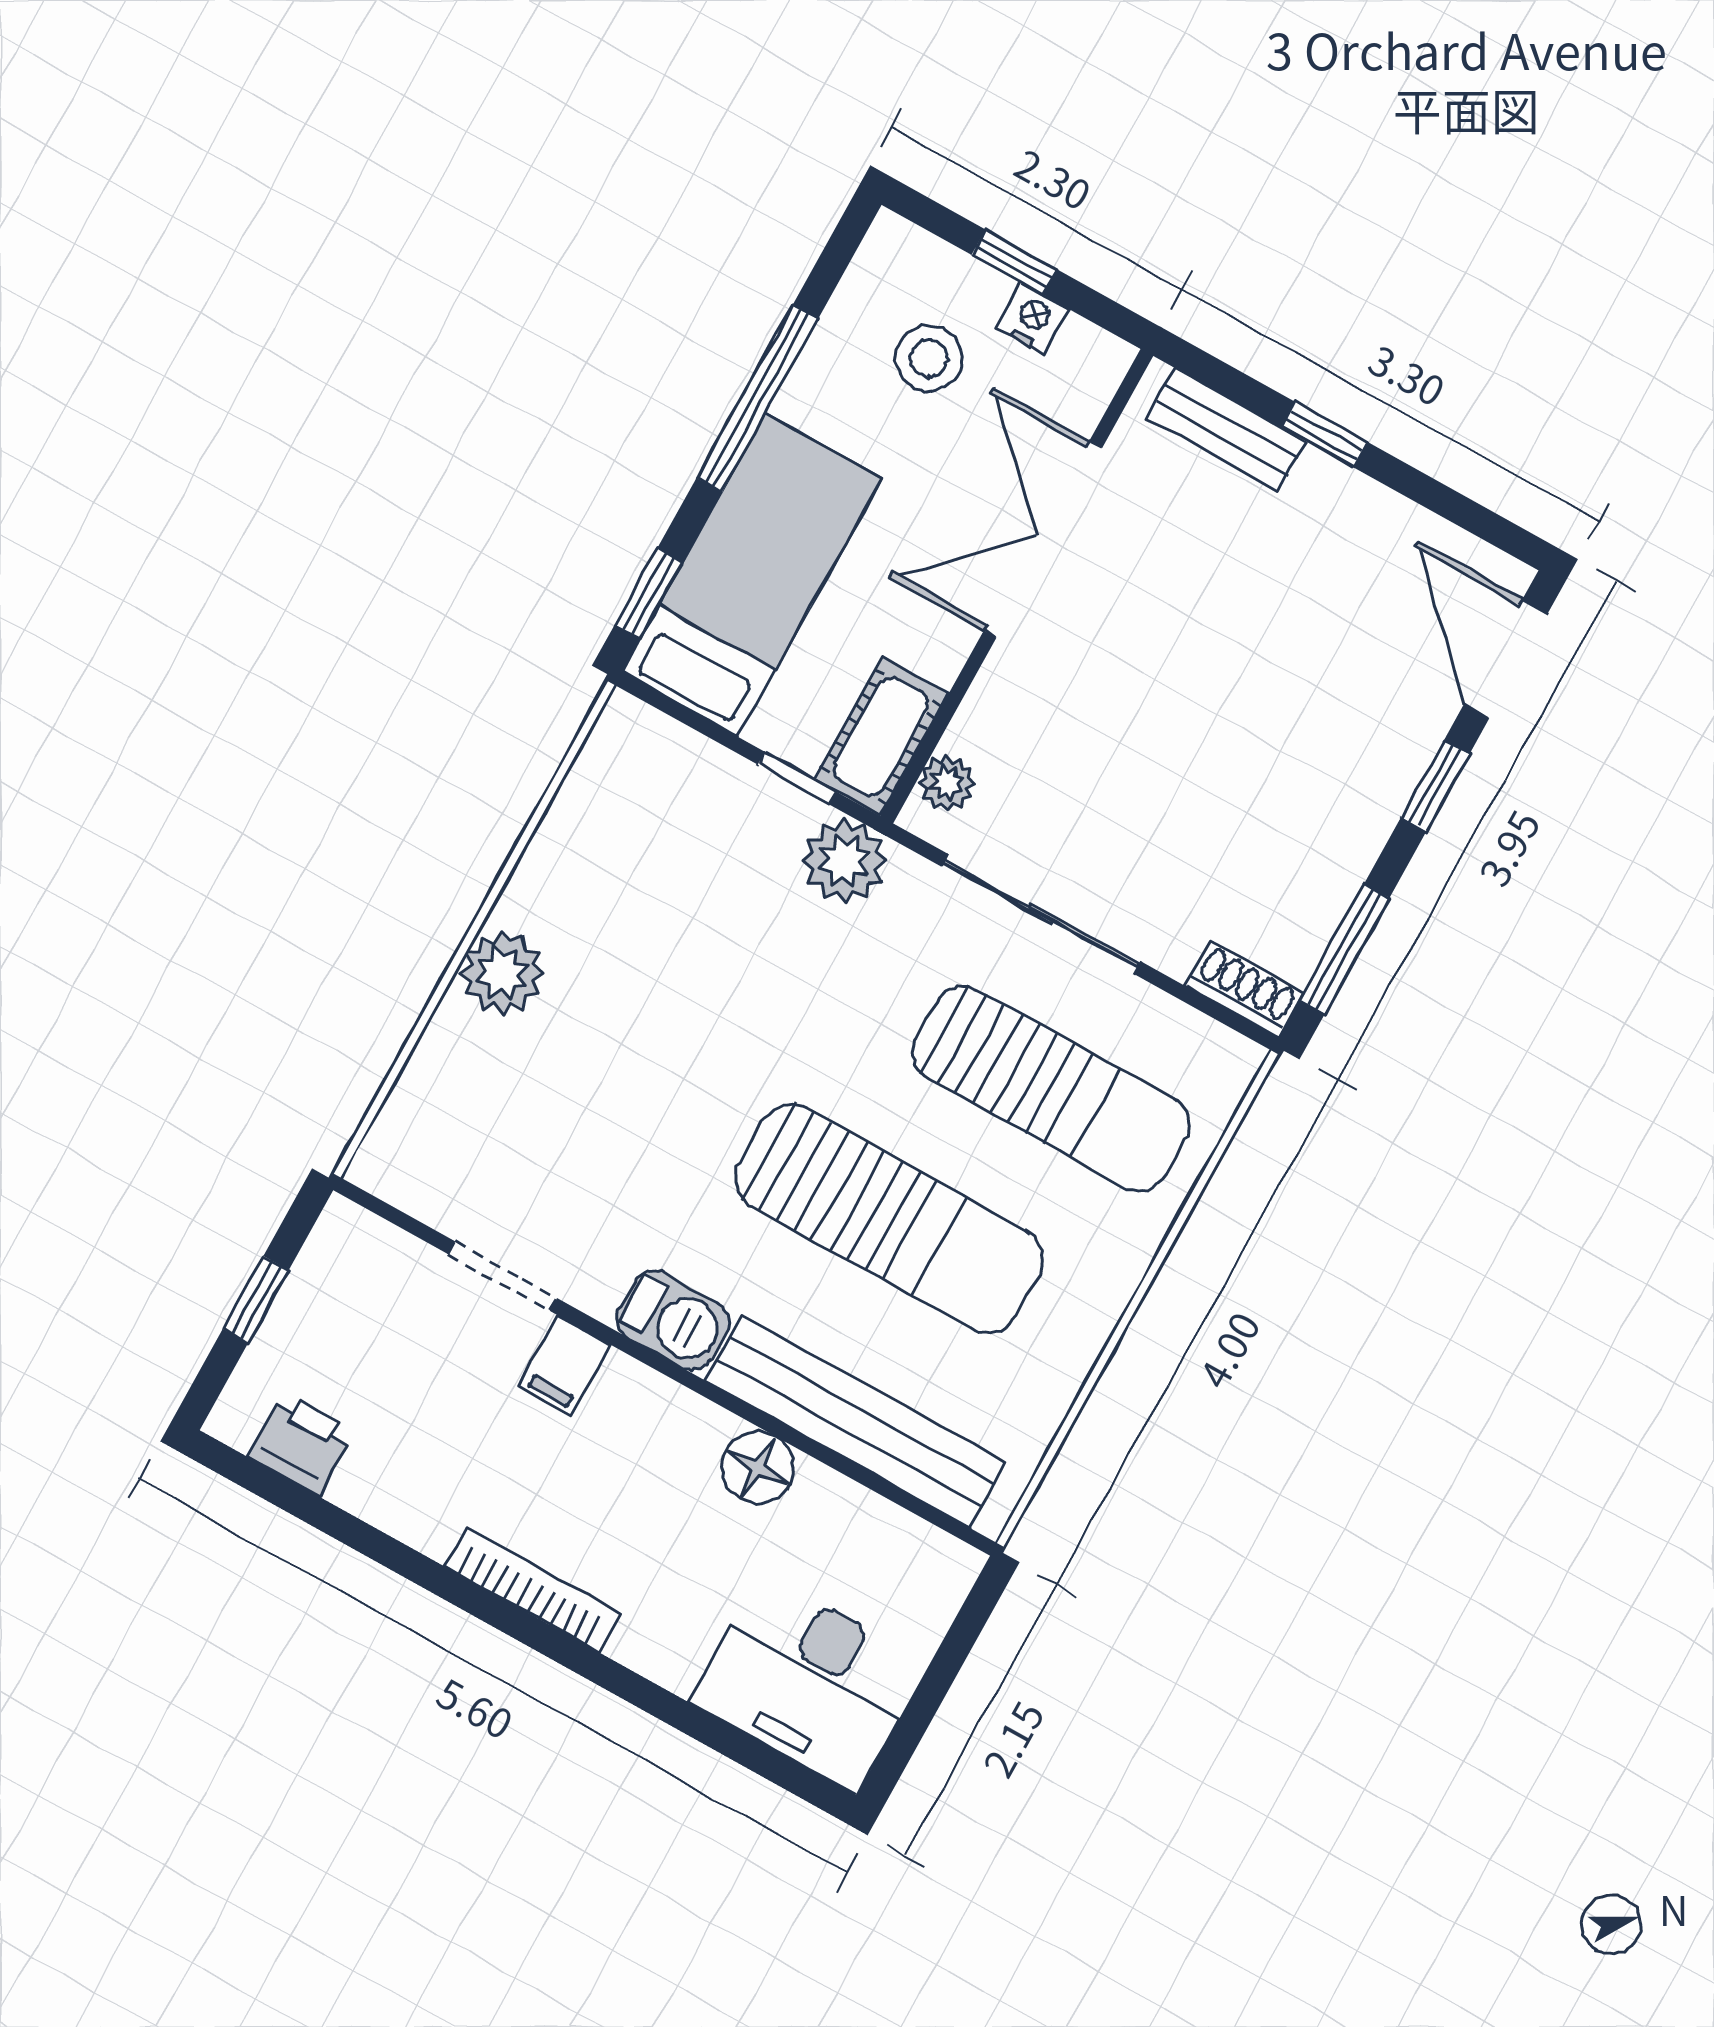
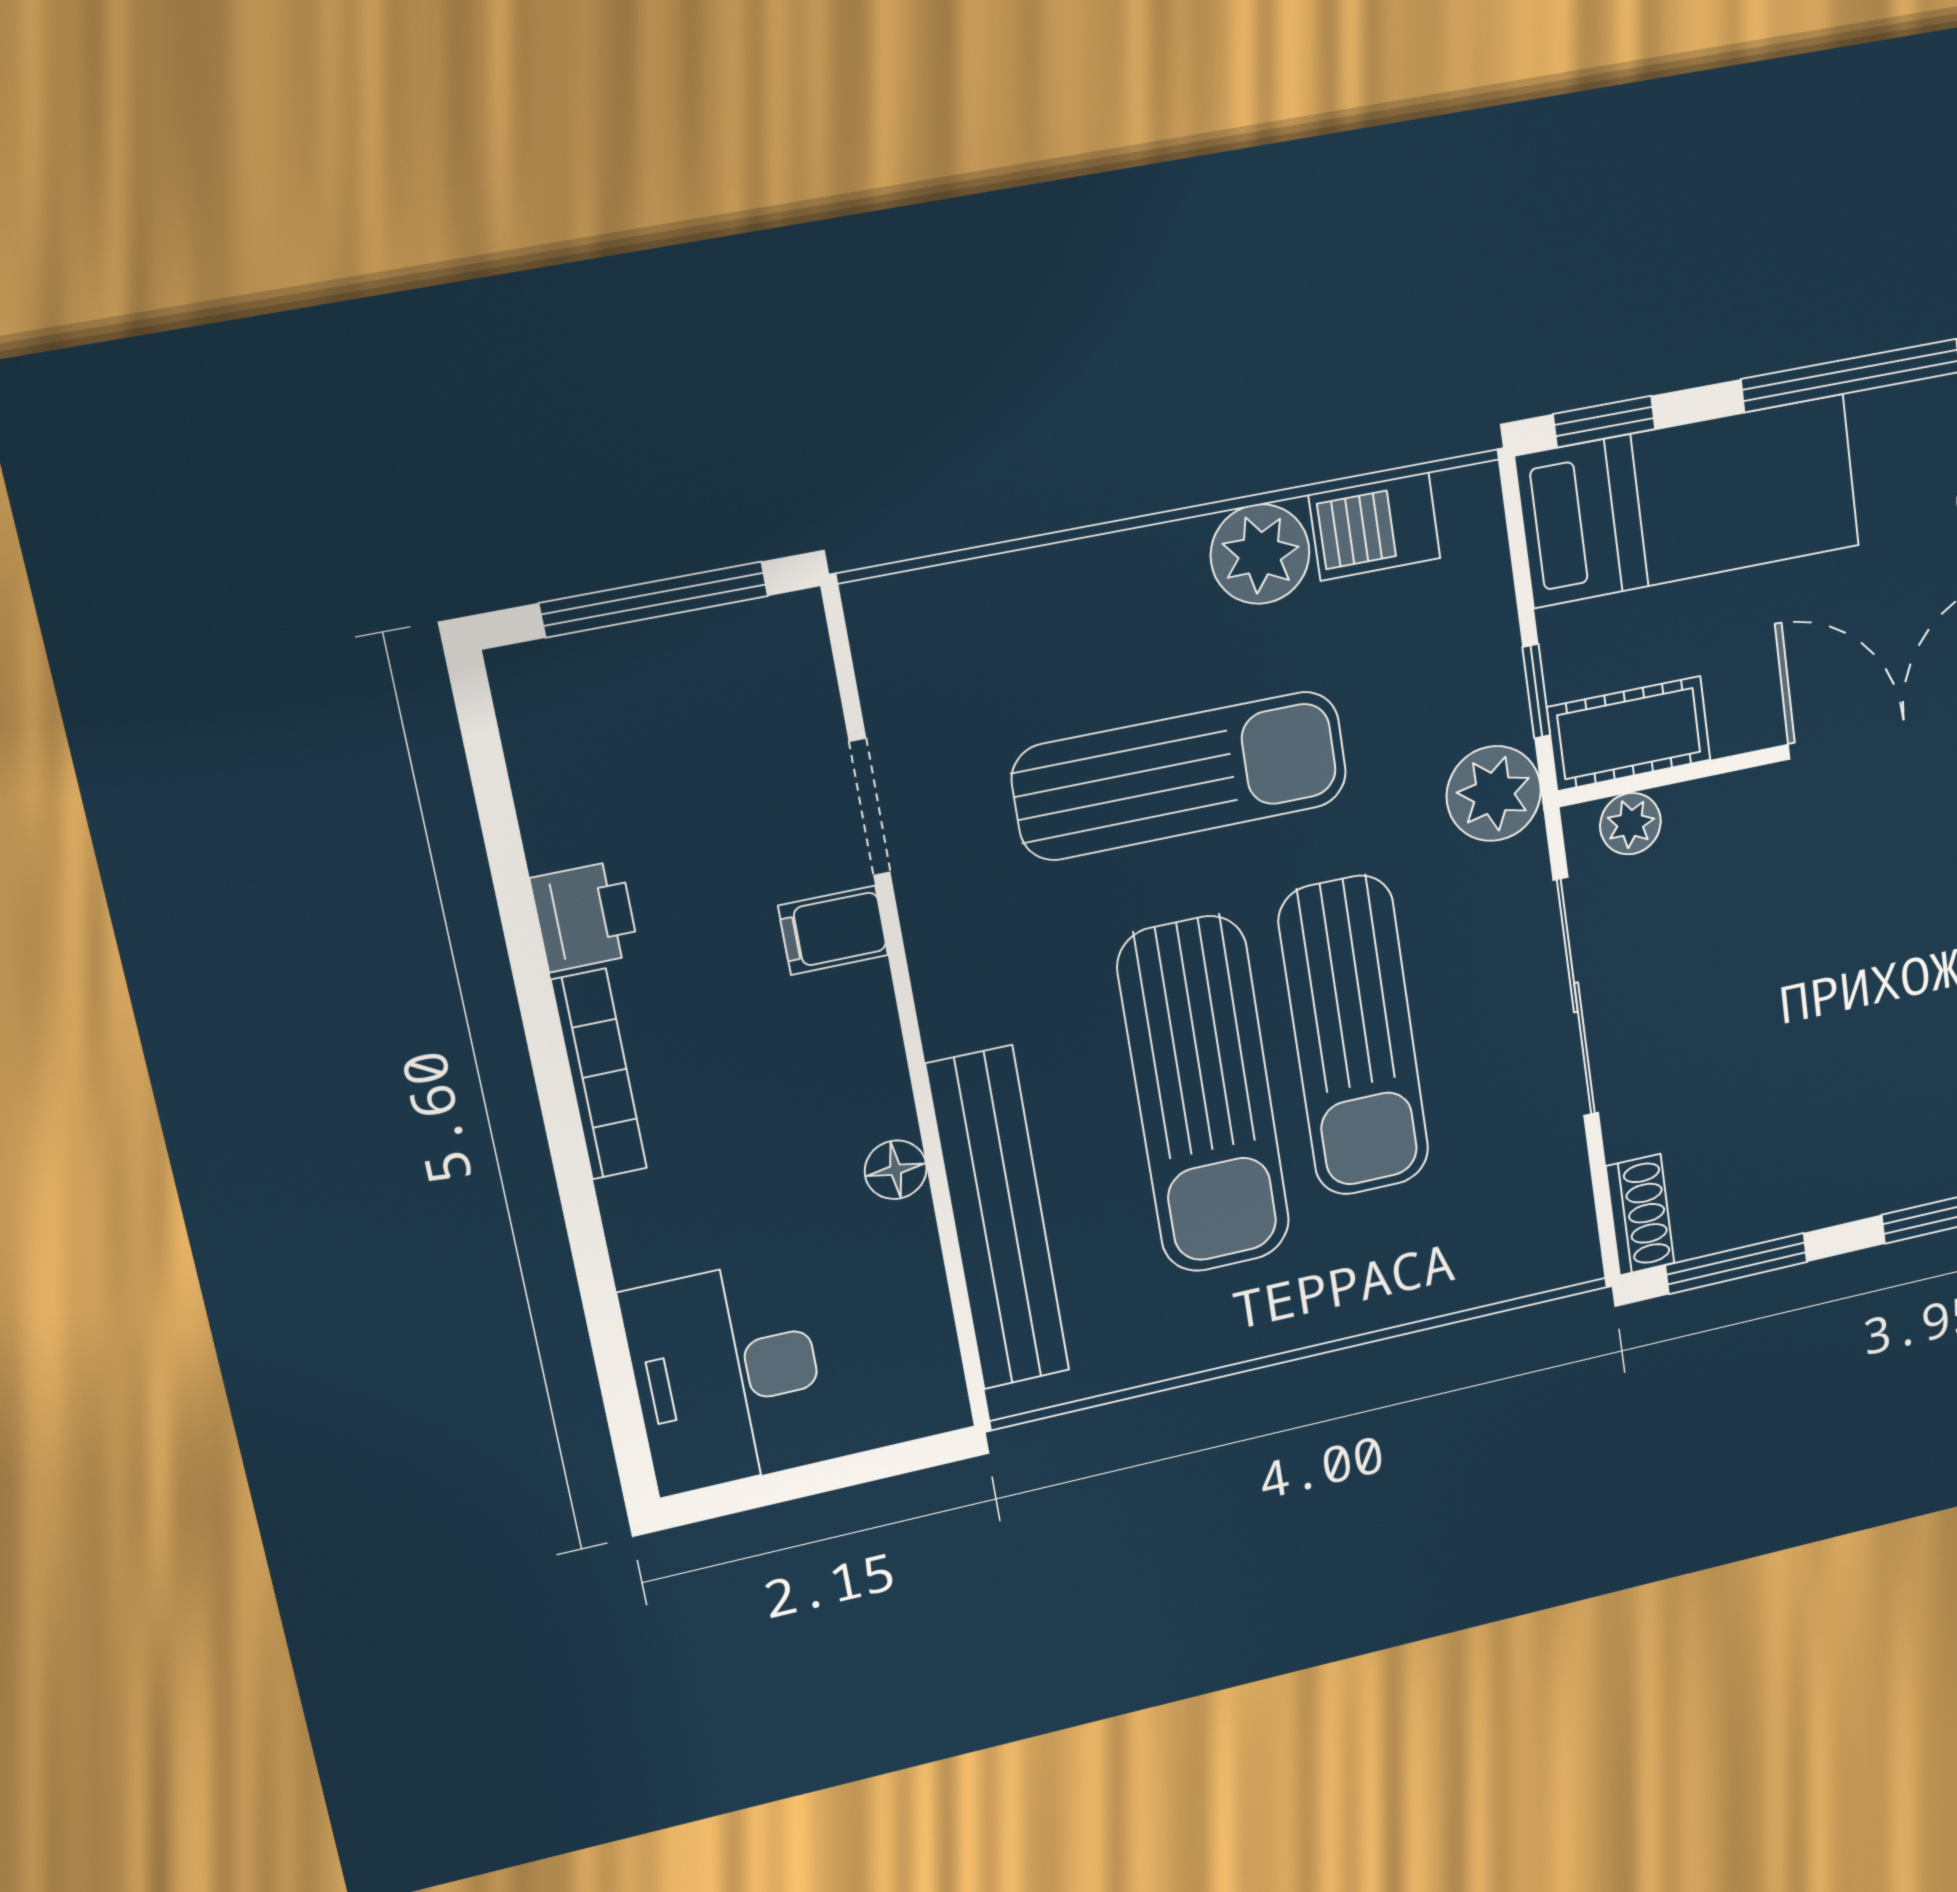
plant: (502, 973) -> (1260, 554), moved
sun lounger: (653, 1061) -> (1180, 776), added
sun lounger: (1051, 1089) -> (1354, 1036), moved
window: (256, 1300) -> (654, 599), width x2.17
barbecue: (673, 1320) -> (1374, 526), moved, turned 90
printer: (301, 1444) -> (585, 916), moved
floor lamp: (758, 1468) -> (896, 1170), width x0.73, depth x0.73

